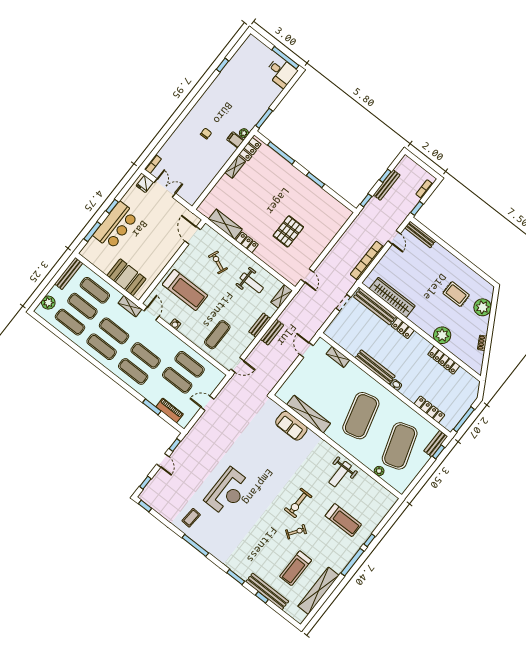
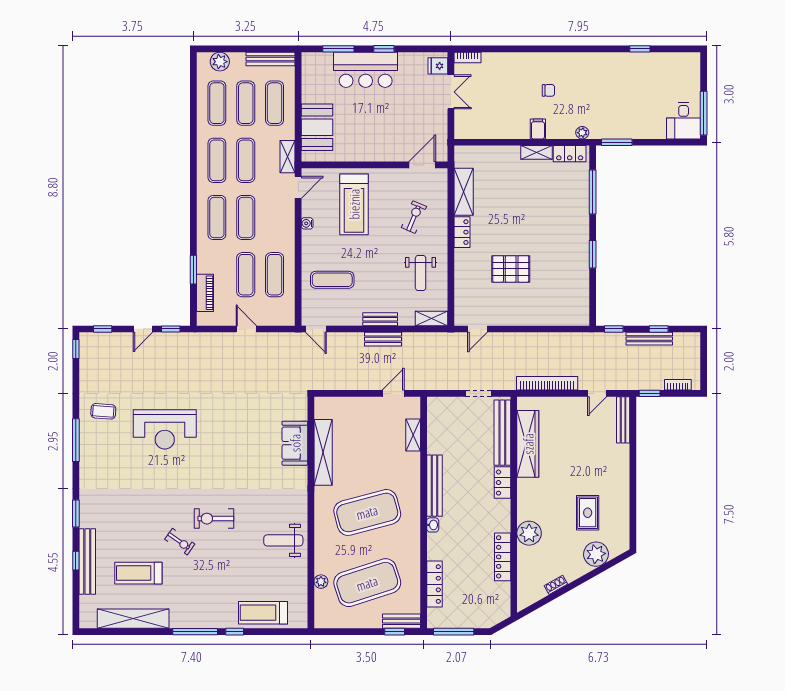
filing cabinet: (235, 140) -> (538, 129), moved
treadmill: (343, 520) -> (263, 613), moved, turned 90

